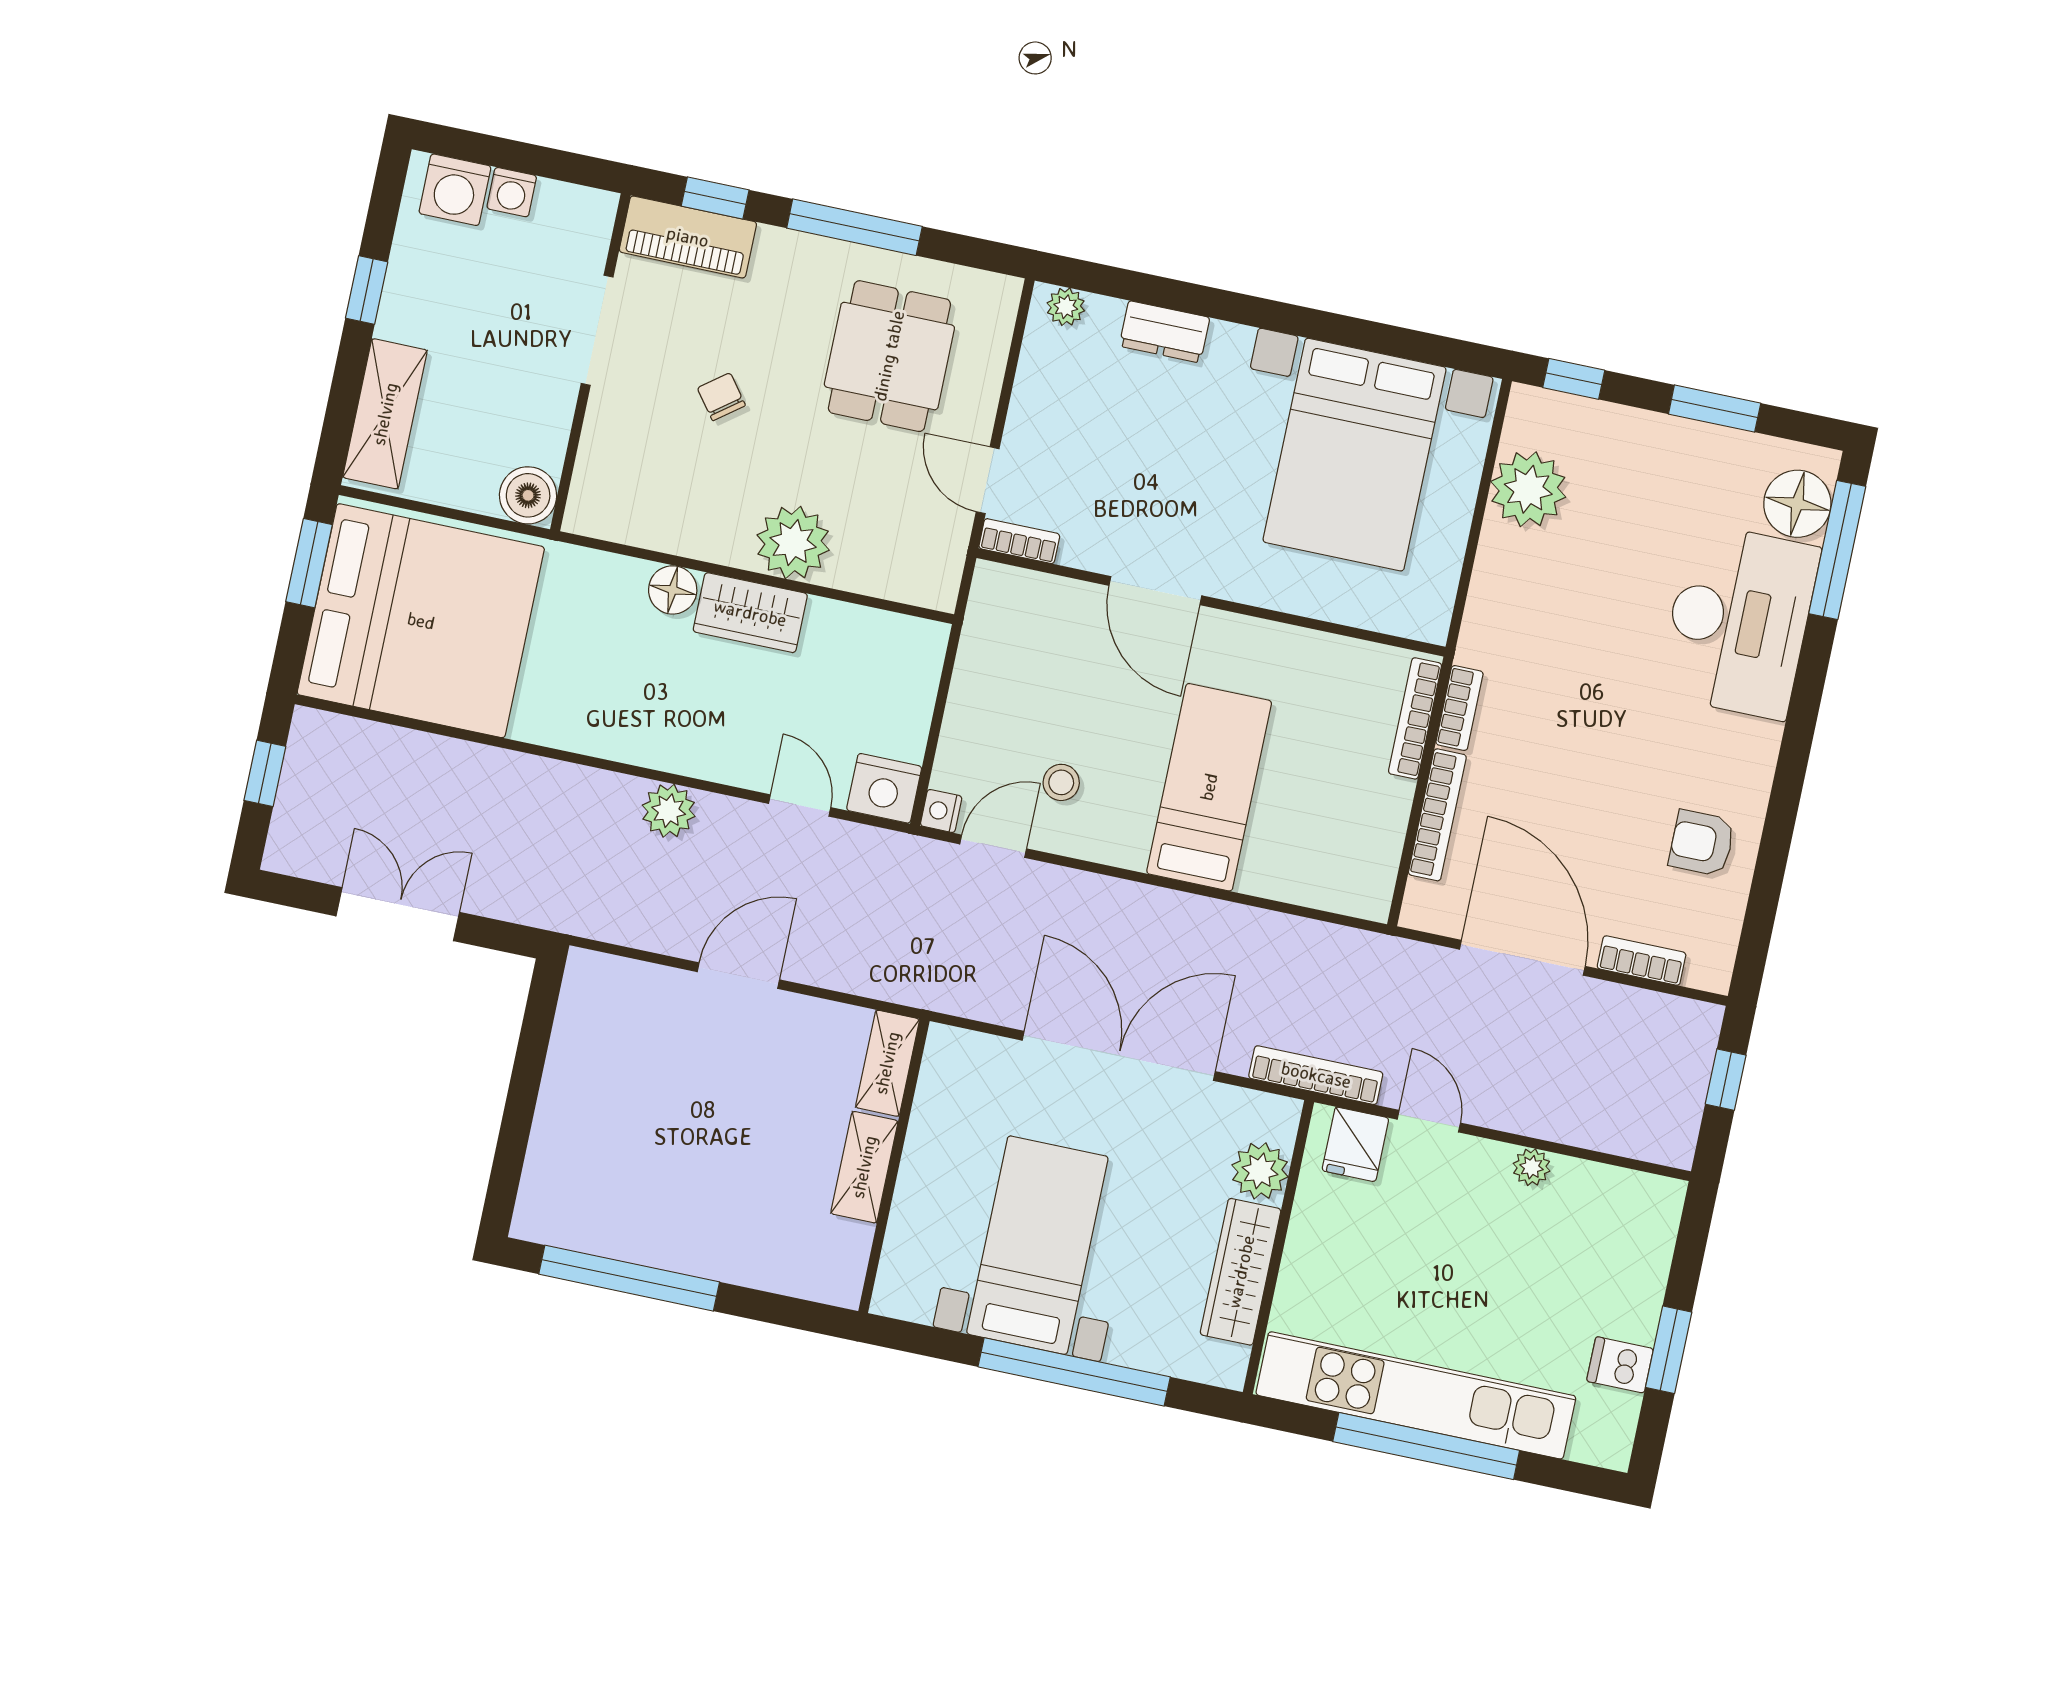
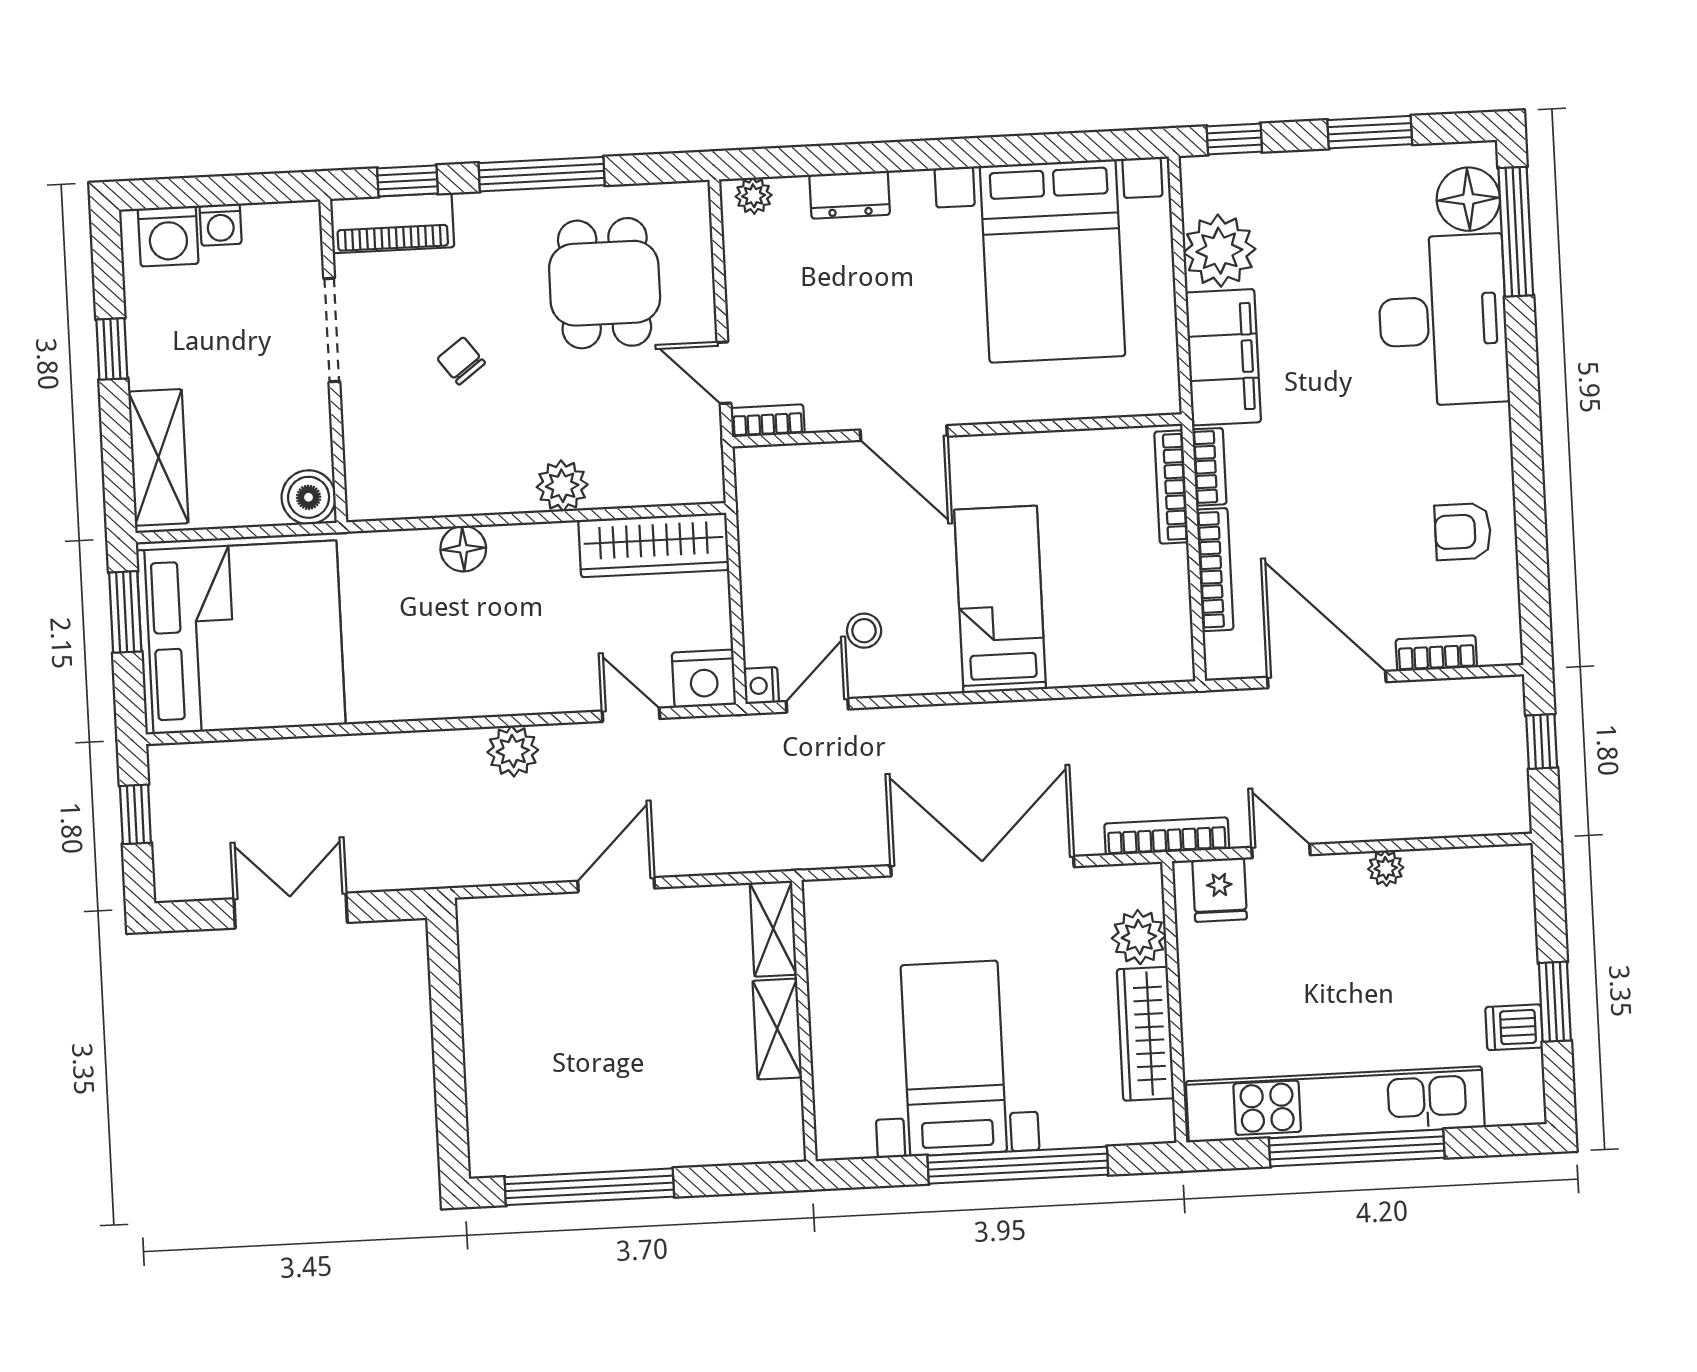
plant: (793, 543) -> (562, 486), width x0.73, depth x0.73
filing cabinet: (1503, 600) -> (1223, 357), added
wardrobe: (750, 613) -> (654, 545), moved, width x1.50

